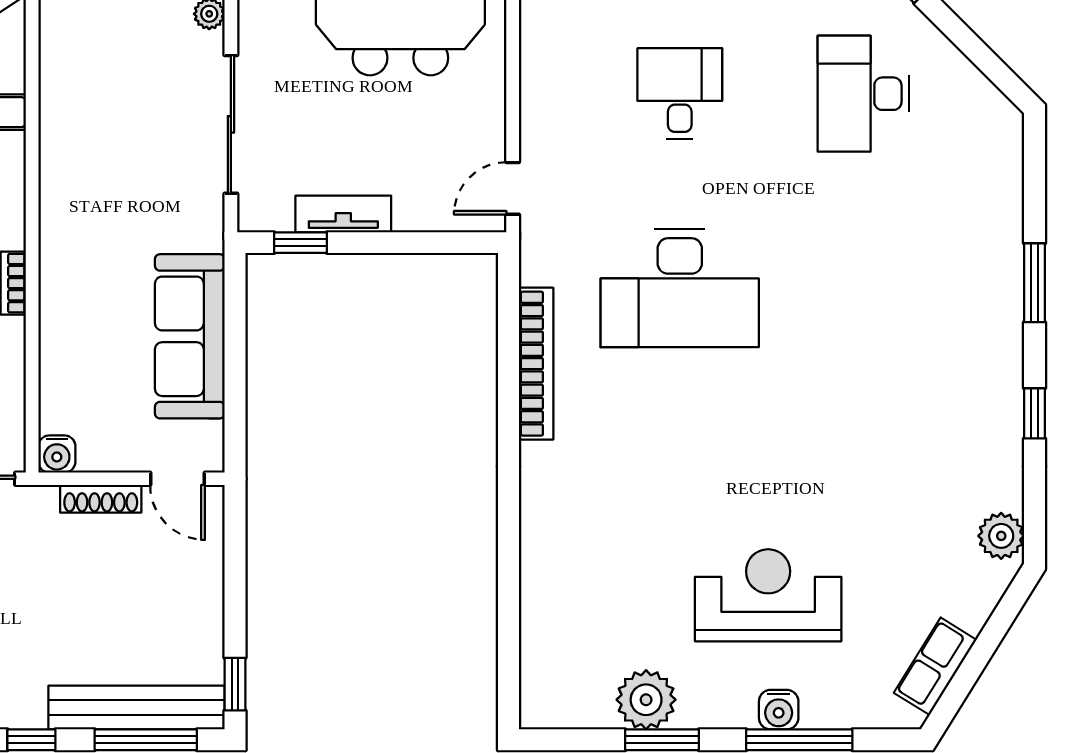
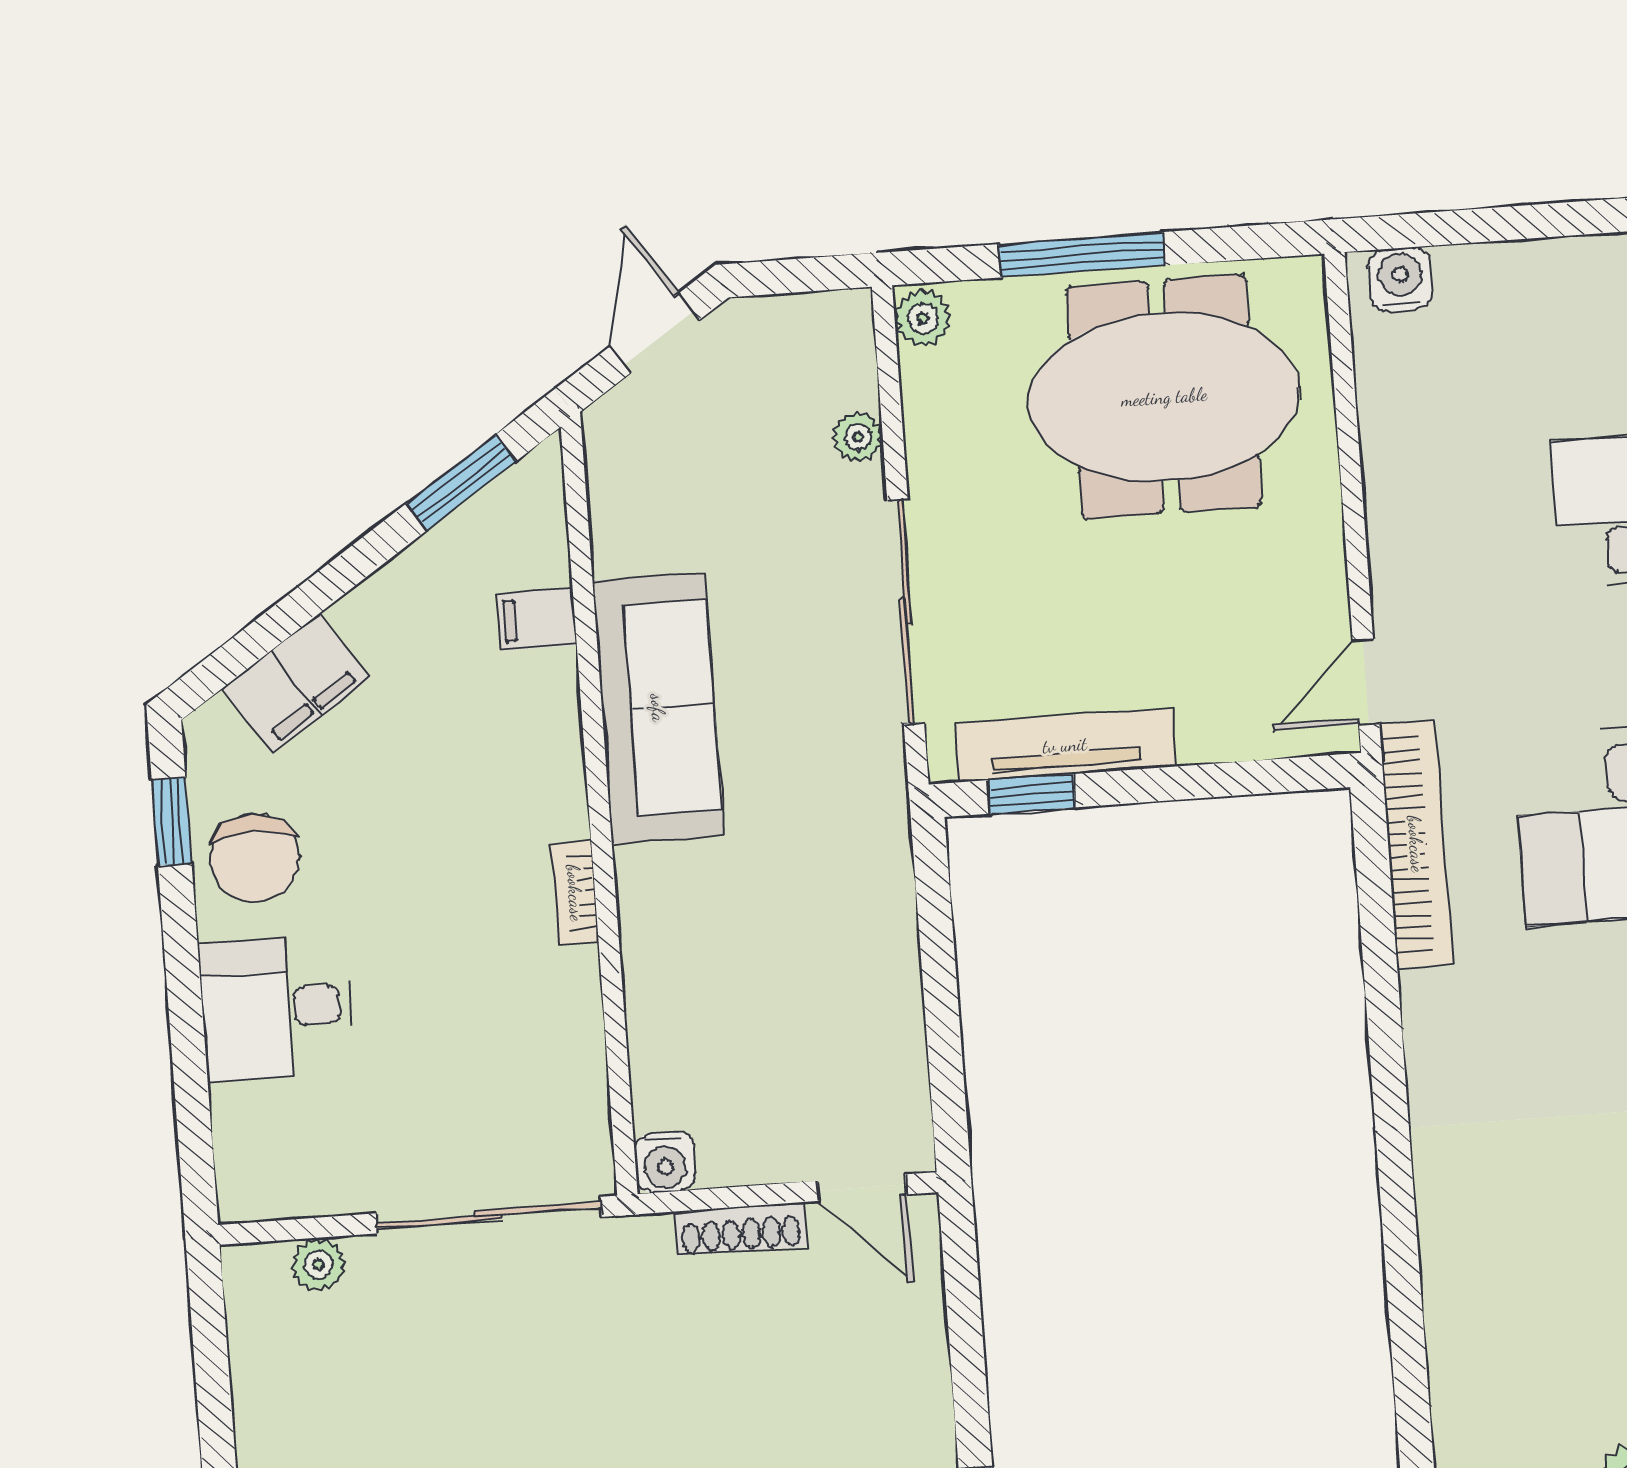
tv unit: (343, 214) -> (1065, 745), width x1.41
sofa: (190, 336) -> (658, 708), moved, turned 180
bookcase: (536, 364) -> (1416, 844), moved

